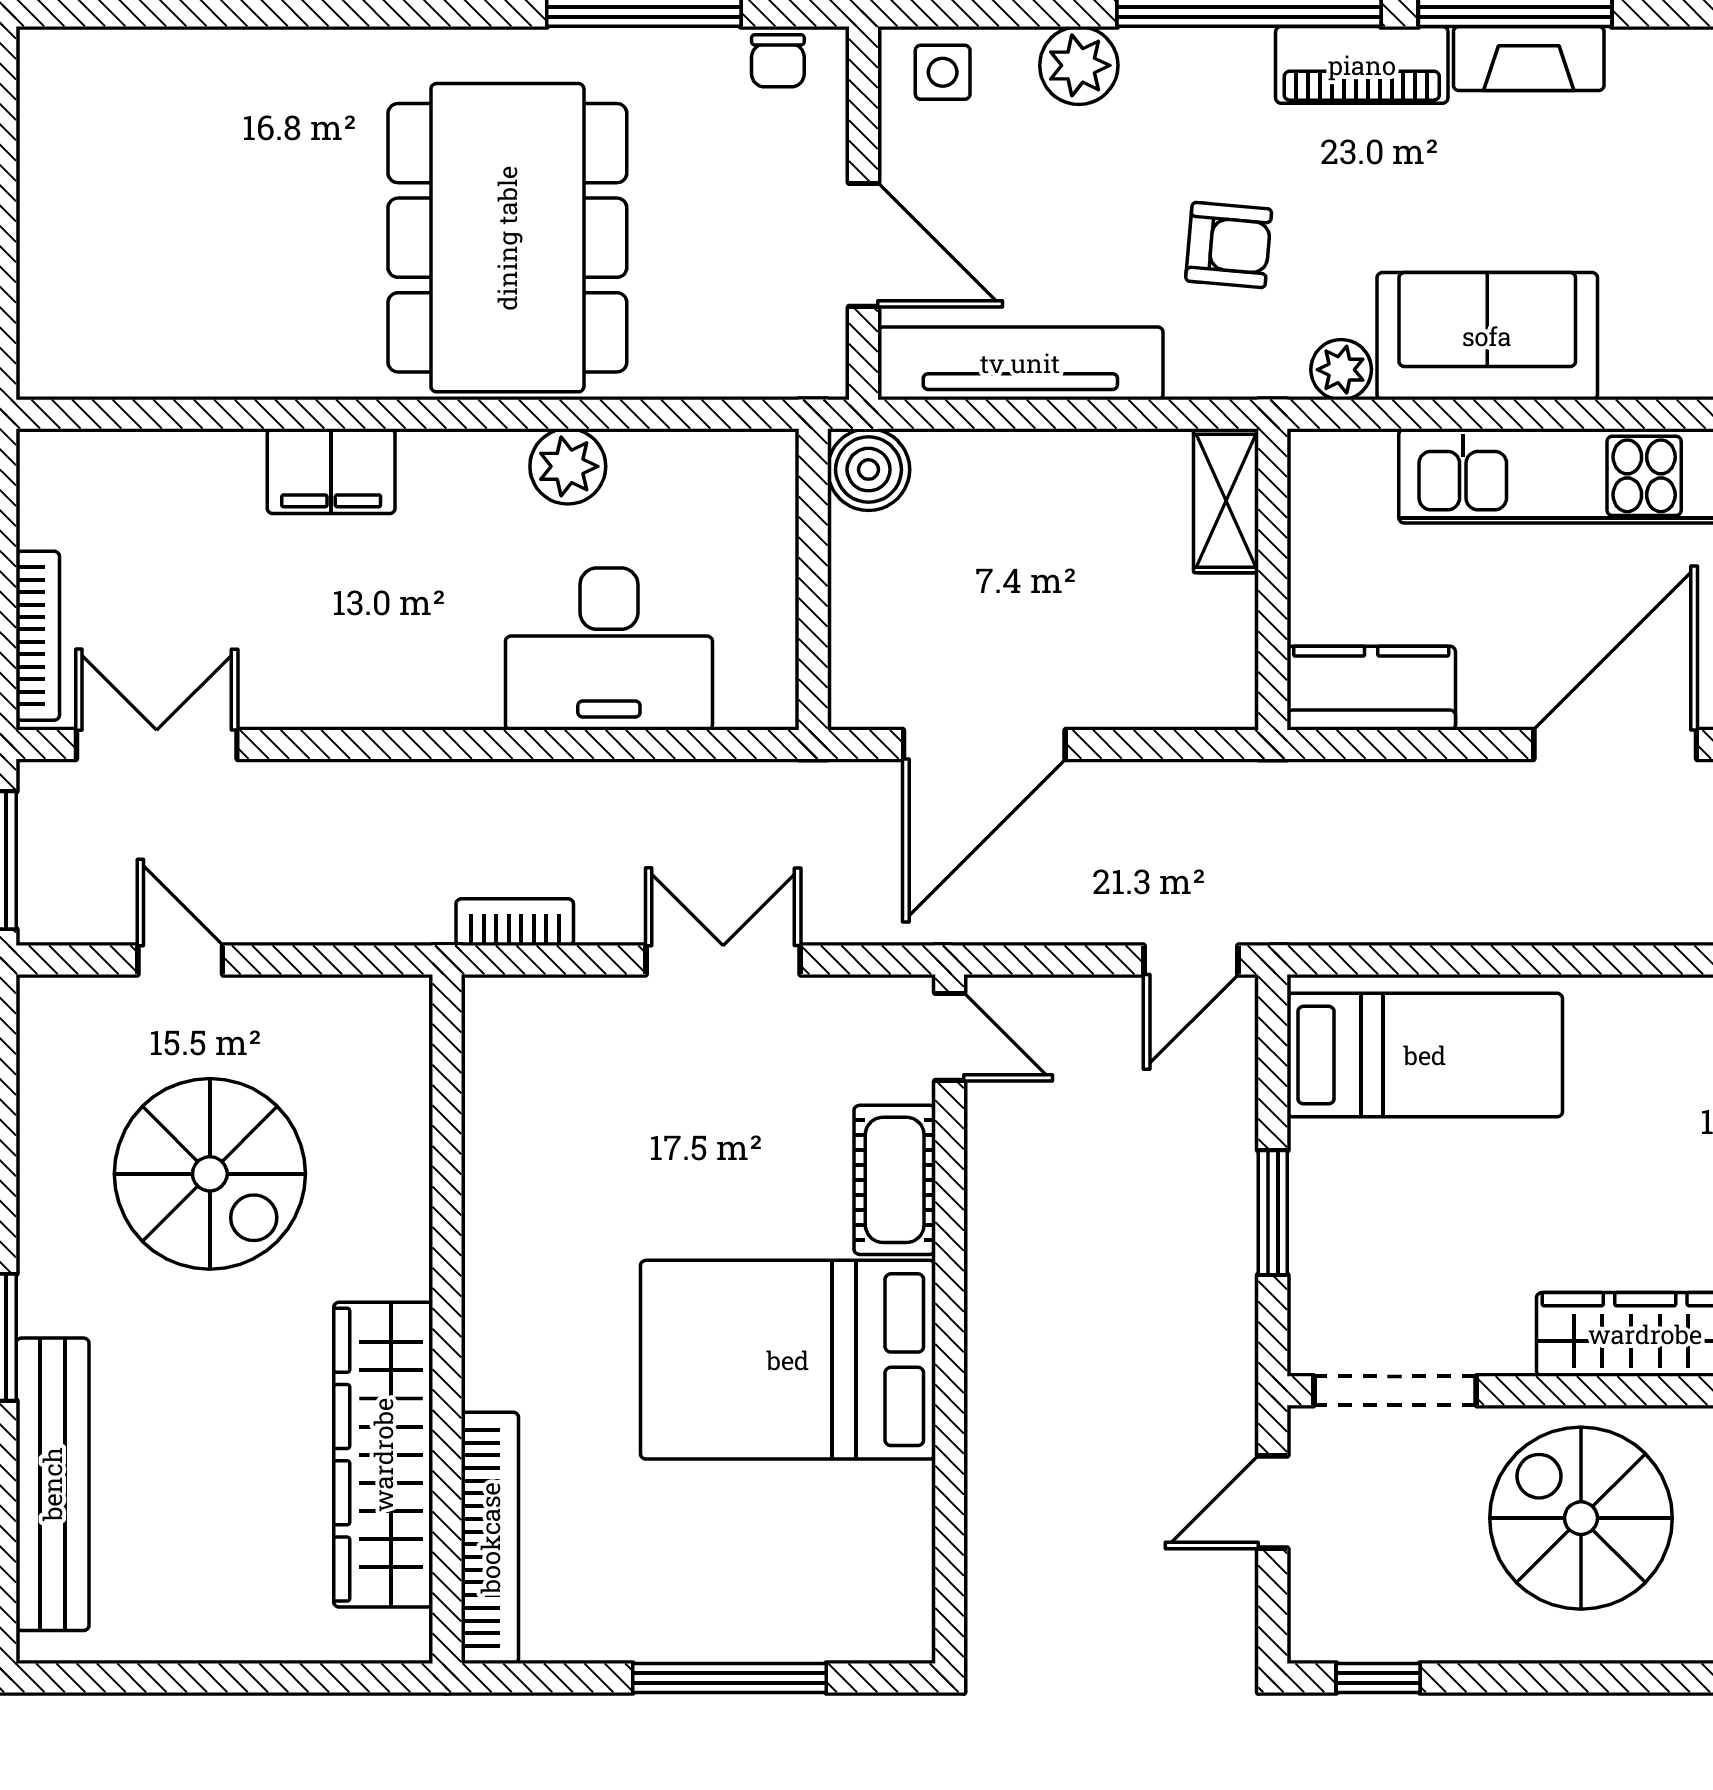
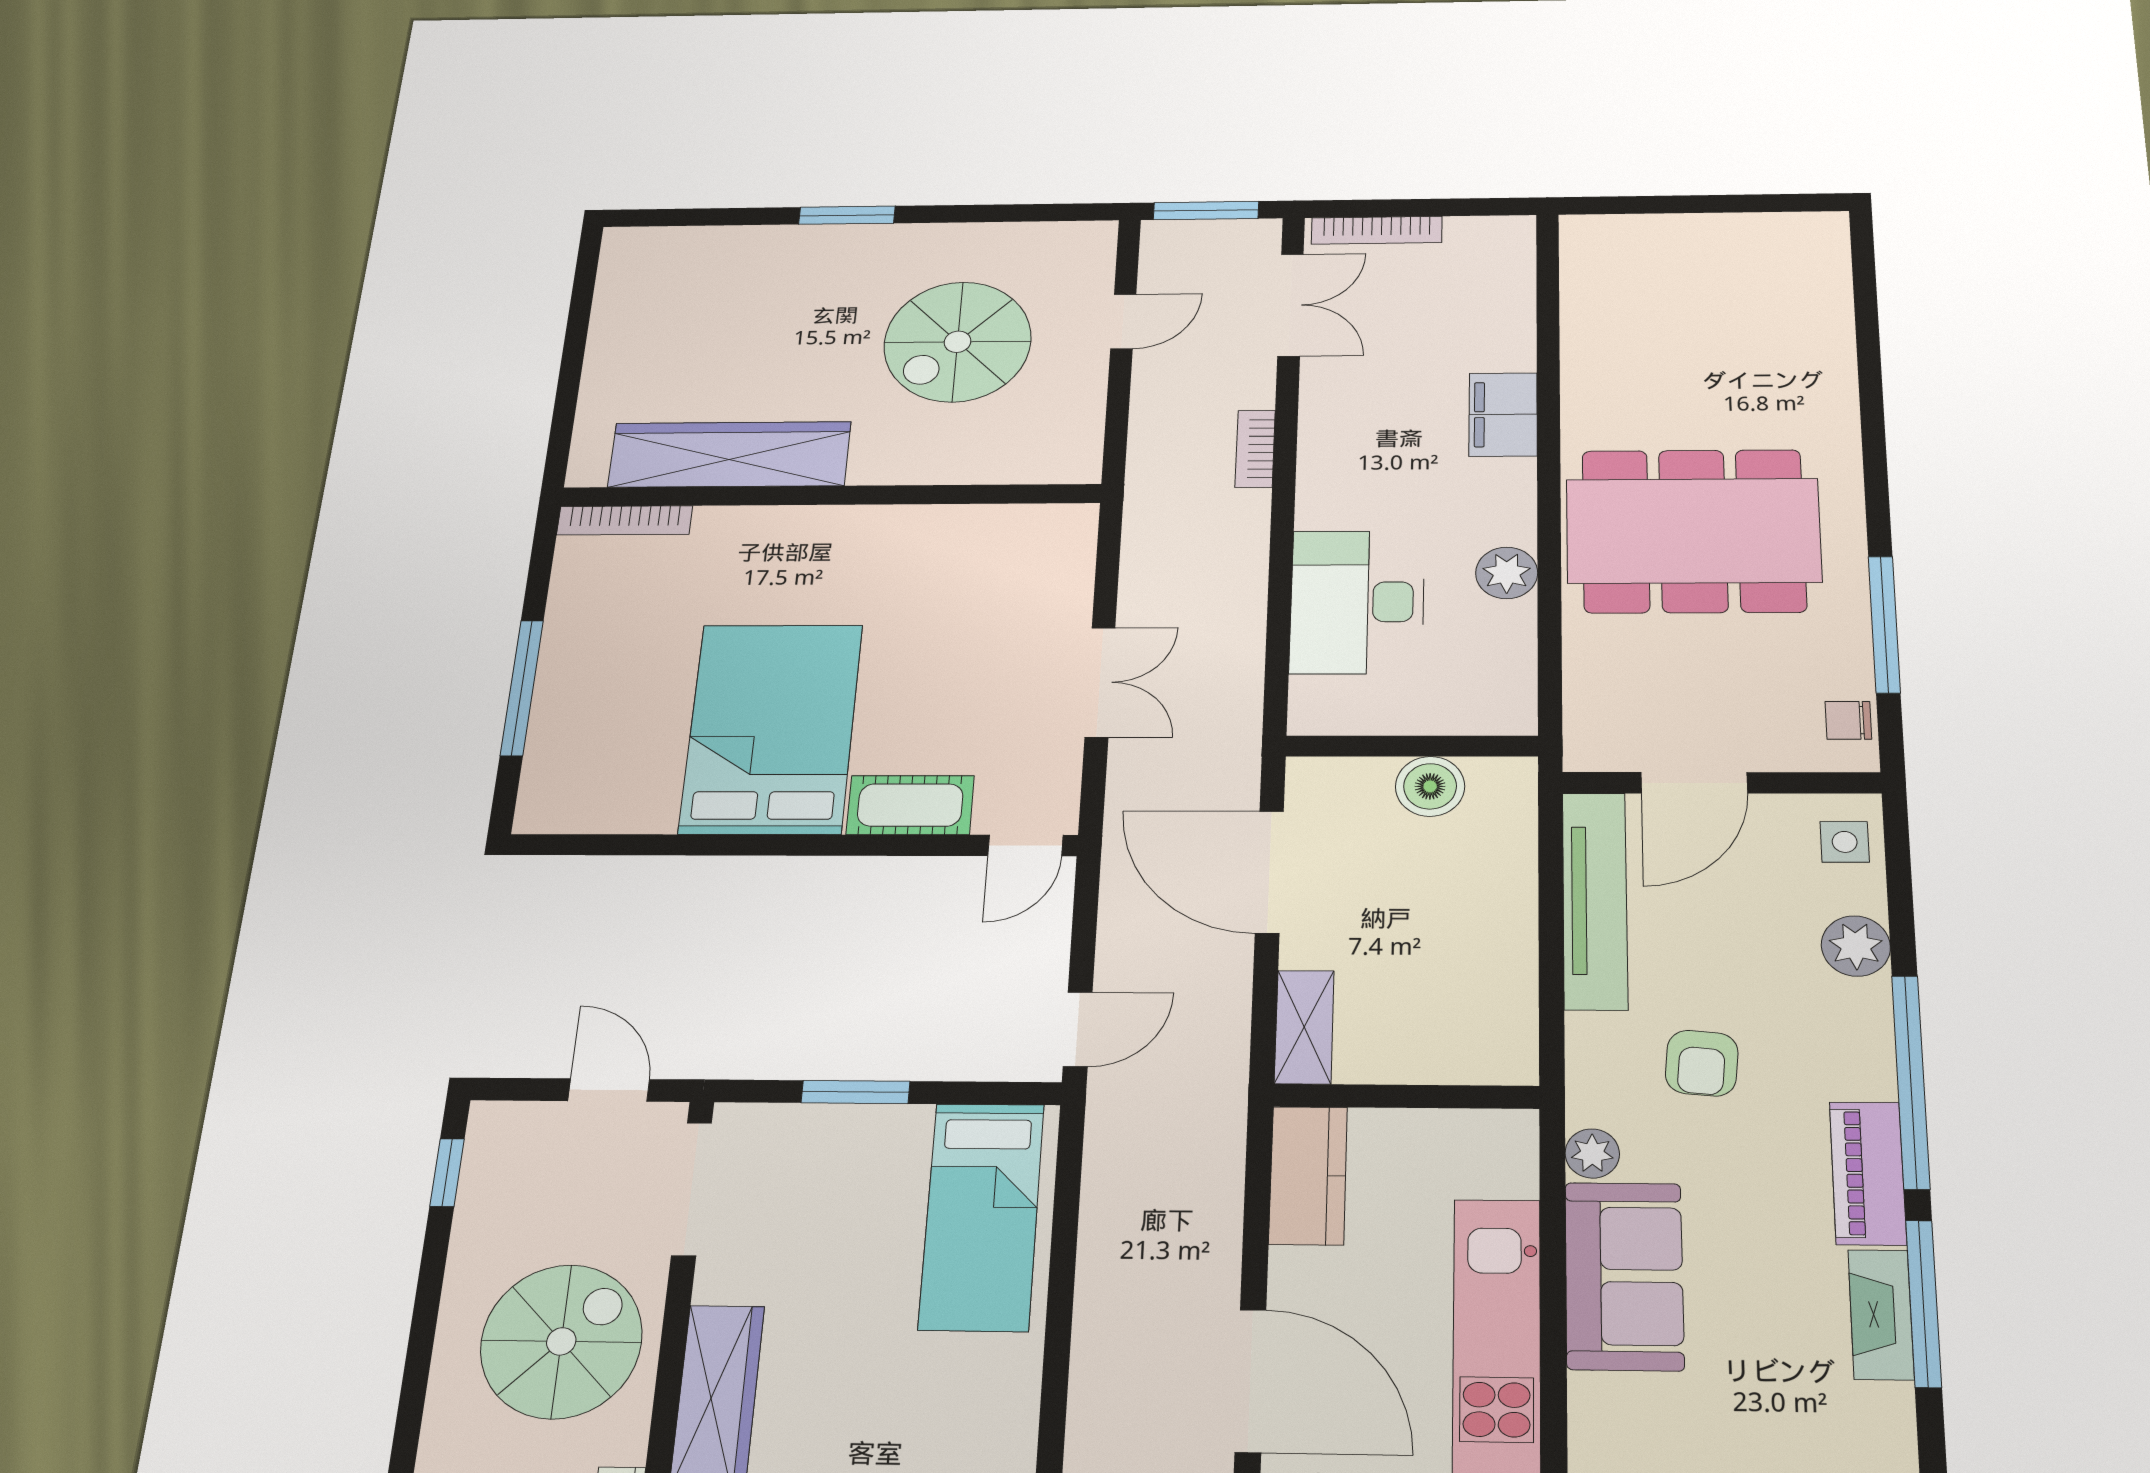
boiler: (869, 470) -> (1430, 786), moved
shelving: (1226, 501) -> (1304, 1027), moved, turned 90
bookcase: (515, 922) -> (1255, 449), moved, turned 180
door: (1191, 960) -> (1078, 1029), swing flipped
bench: (52, 1484) -> (733, 247), removed
bookcase: (490, 1538) -> (625, 520), width x0.68, depth x0.76

